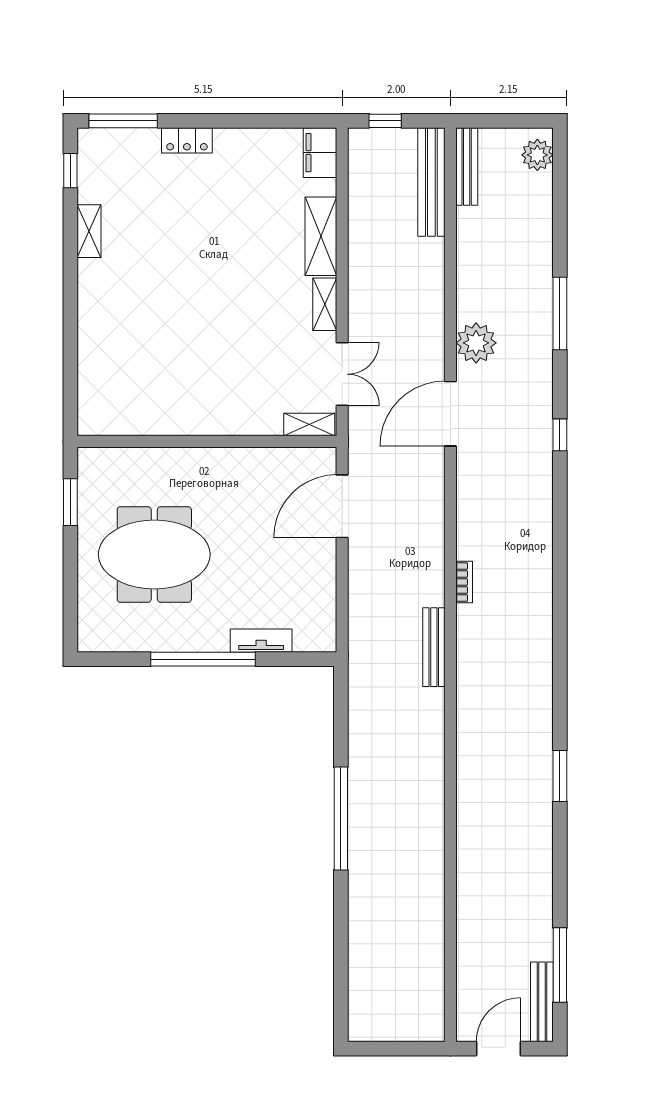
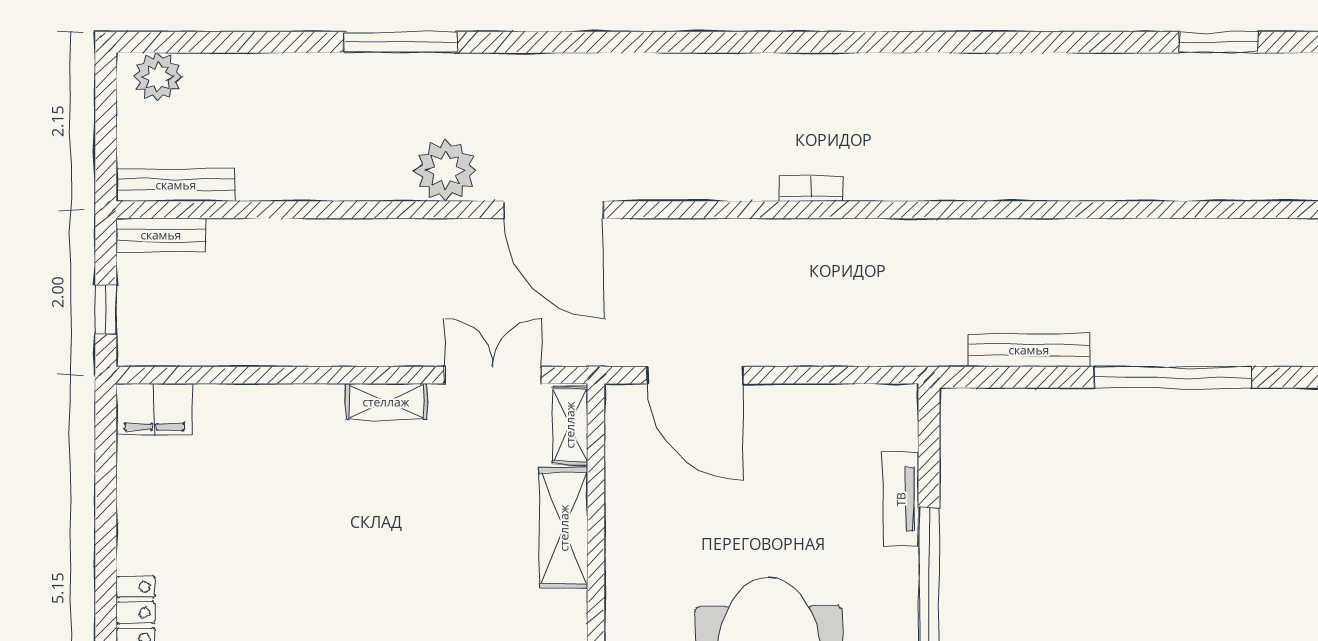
bench: (431, 182) -> (161, 235), width x0.54, depth x0.82
shelving: (321, 236) -> (564, 528), moved, turned 90
window: (560, 435) -> (586, 42), removed
bench: (434, 647) -> (1029, 350), moved
window: (560, 776) -> (1219, 42), moved

